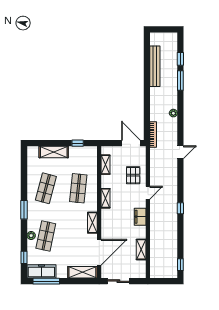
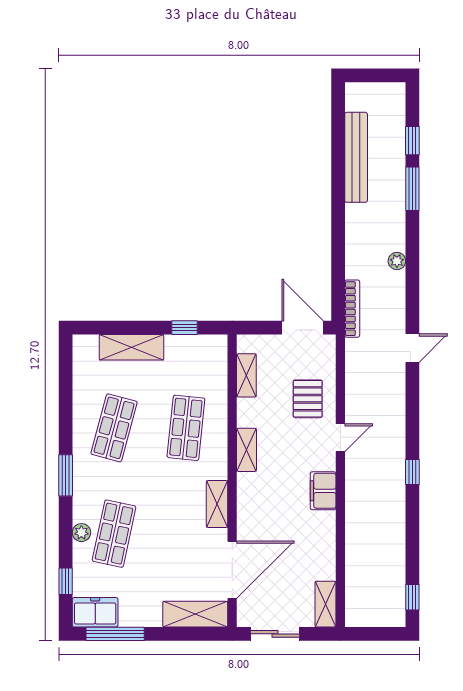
shelving: (141, 249) -> (325, 604), moved
freezer: (41, 271) -> (95, 612), width x0.71

